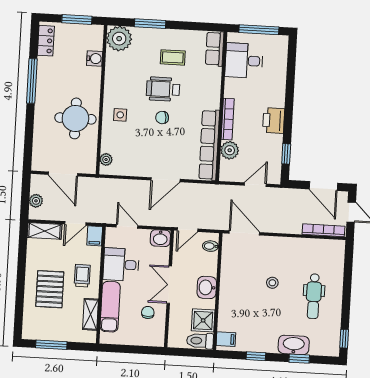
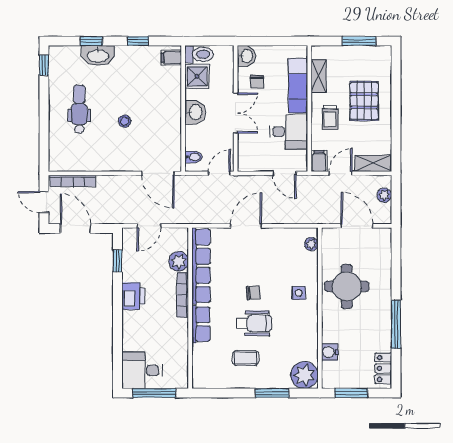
row of seats: (215, 49) -> (201, 324), moved
desk: (244, 61) -> (142, 370), moved, turned 180
washbasin: (160, 238) -> (246, 56), moved, turned 90

